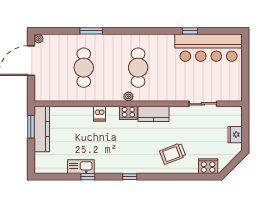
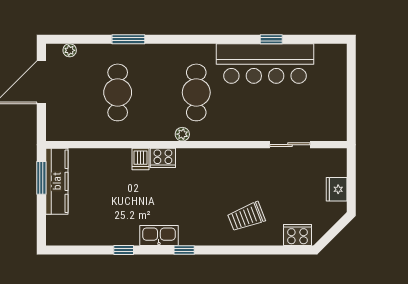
plant: (39, 39) -> (70, 50), moved
bar counter: (209, 48) -> (265, 64), moved
cooker: (128, 113) -> (163, 158), moved
kitchen counter: (153, 114) -> (218, 159), removed
kitchen sink: (81, 167) -> (159, 236), moved

